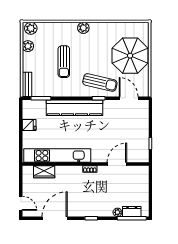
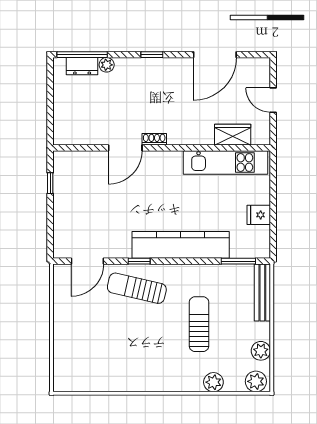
plant: (83, 28) -> (213, 382), moved
parasol: (130, 56) -> (85, 334), removed
bench: (27, 84) -> (262, 293), width x1.36
door: (129, 98) -> (87, 261), hinge flipped
kitchen unit: (57, 156) -> (225, 162), width x0.73
door: (117, 164) -> (125, 148), moved
door: (21, 203) -> (273, 100), moved

